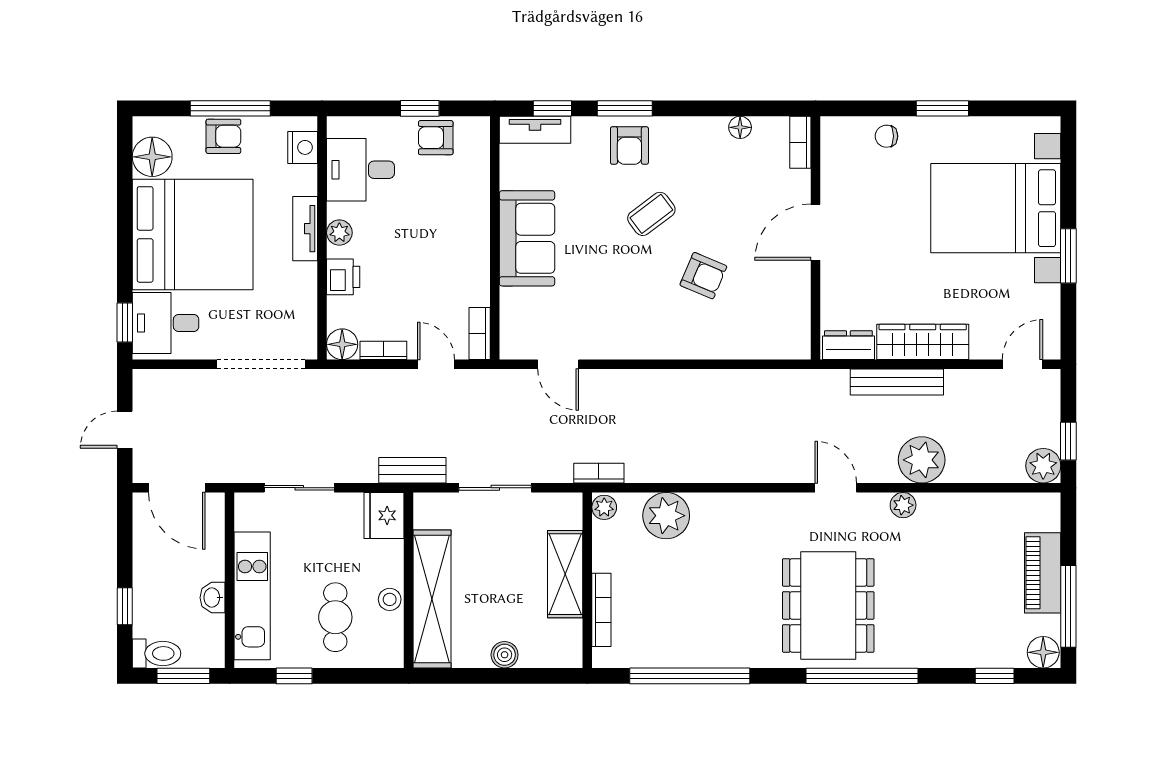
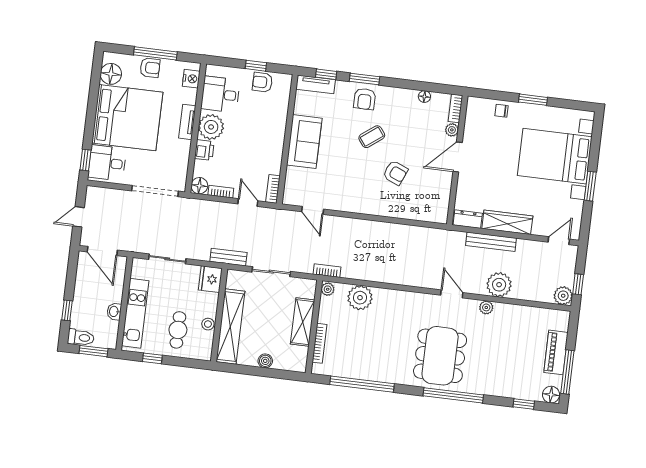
plant: (799, 183) -> (452, 130), added
plant: (339, 233) -> (211, 127), width x1.88, depth x1.88

